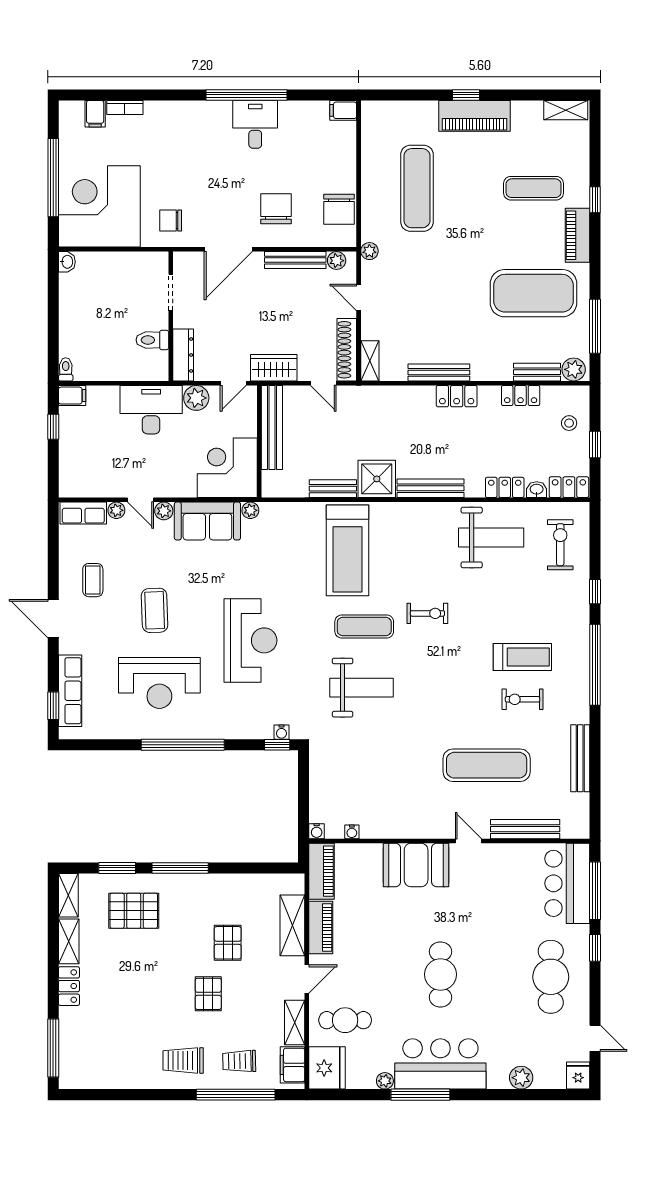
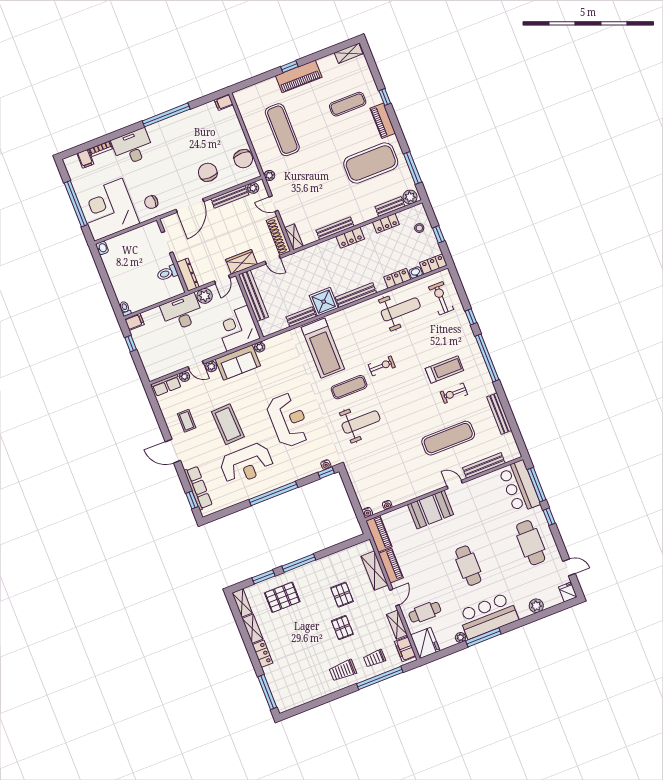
desk: (255, 124) -> (133, 147), moved, width x1.37
coffee table: (155, 610) -> (228, 424), width x1.36, depth x1.32

